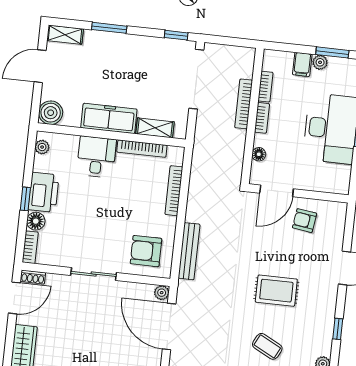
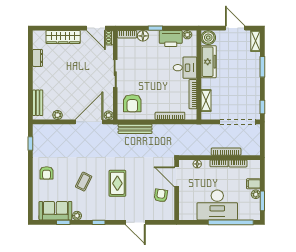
freezer: (109, 118) -> (209, 62), moved
printer: (44, 192) -> (171, 39), moved
armchair: (146, 251) -> (132, 103), turned 180

